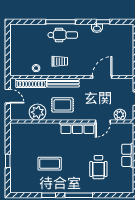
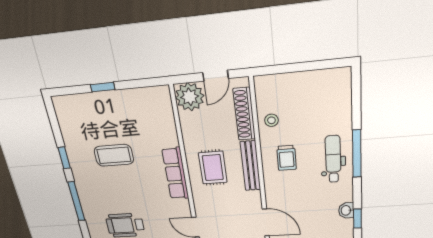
dental chair: (63, 35) -> (333, 159), turned 180
plant: (38, 112) -> (190, 97), moved
row of seats: (77, 128) -> (175, 174), moved
coffee table: (50, 164) -> (114, 155), turned 90

